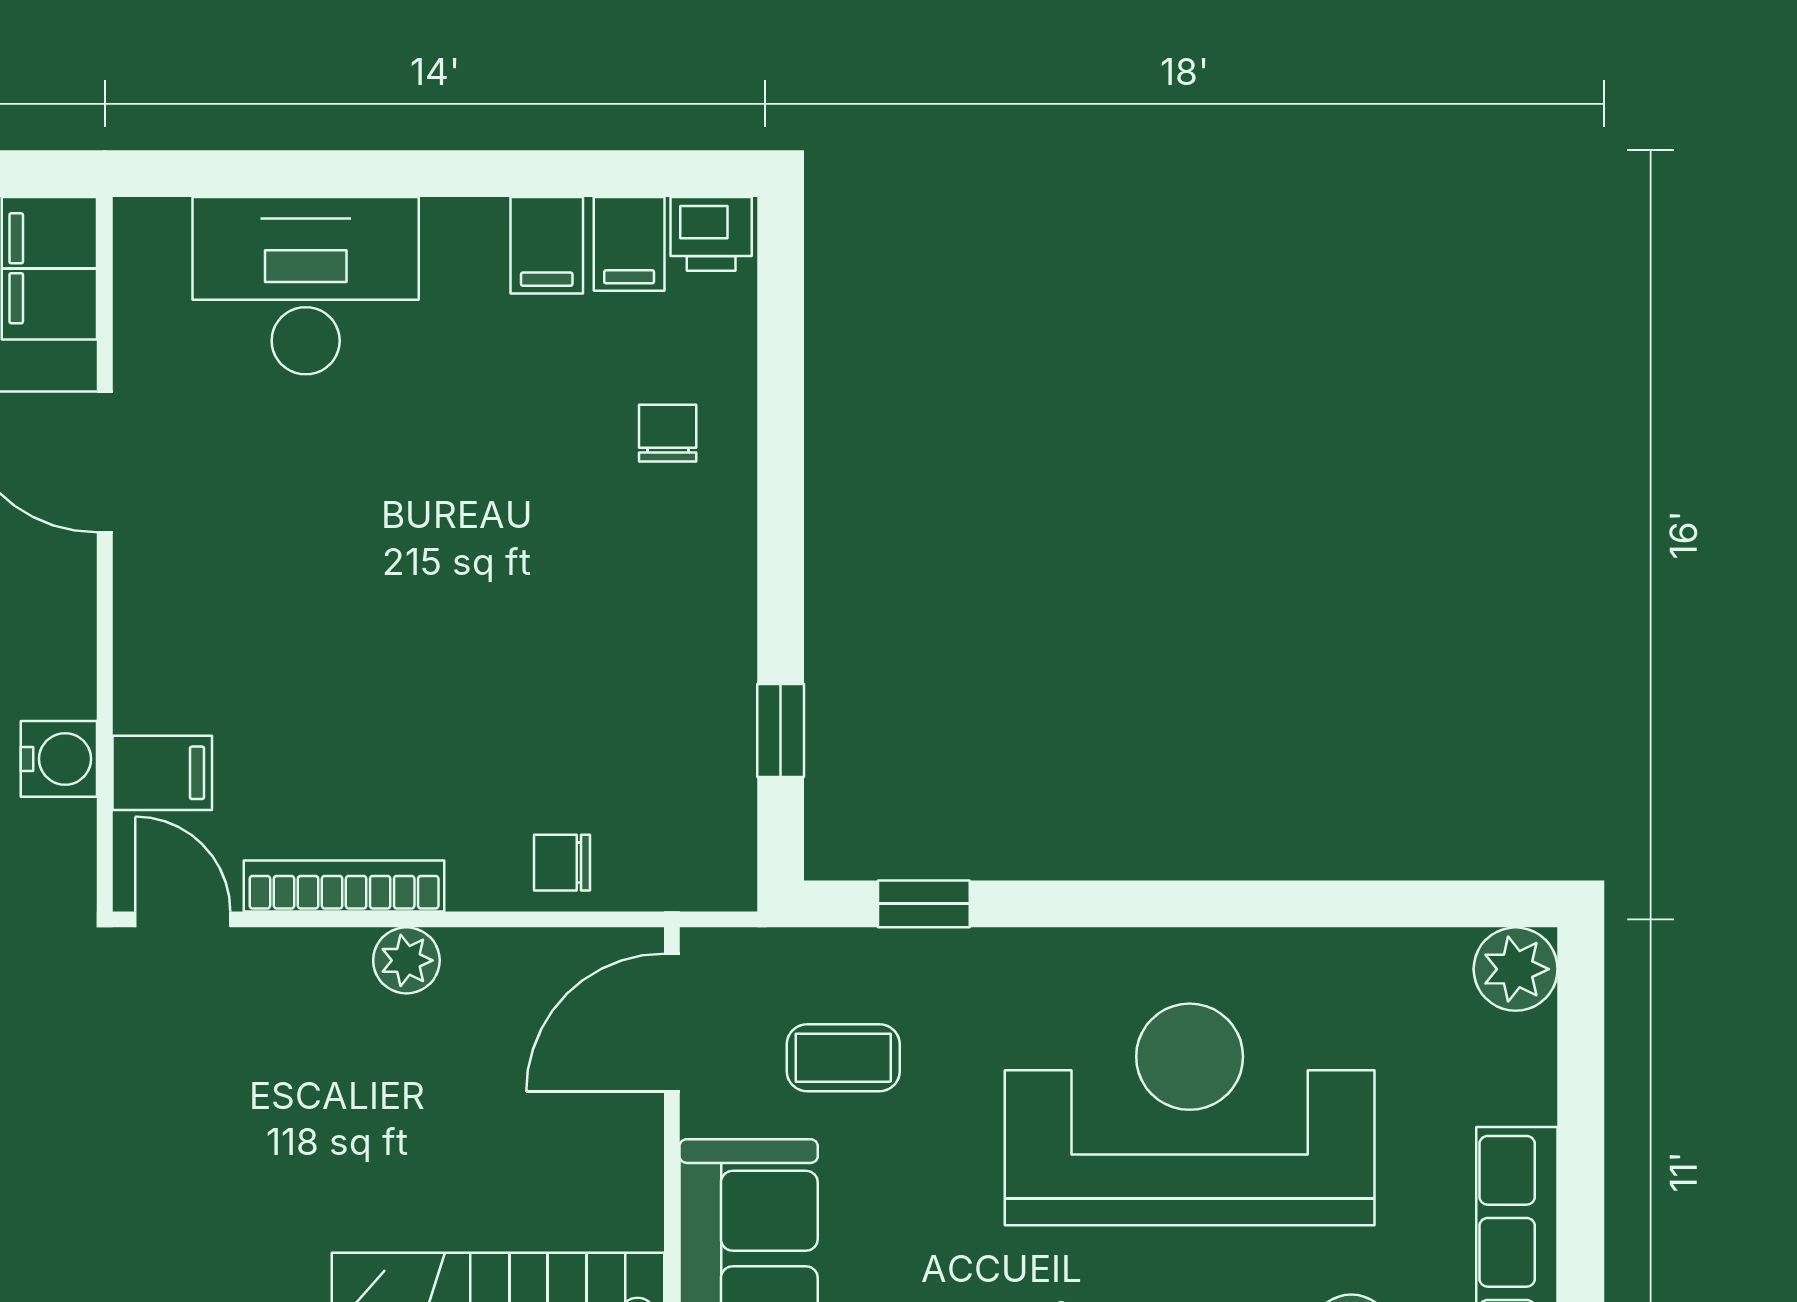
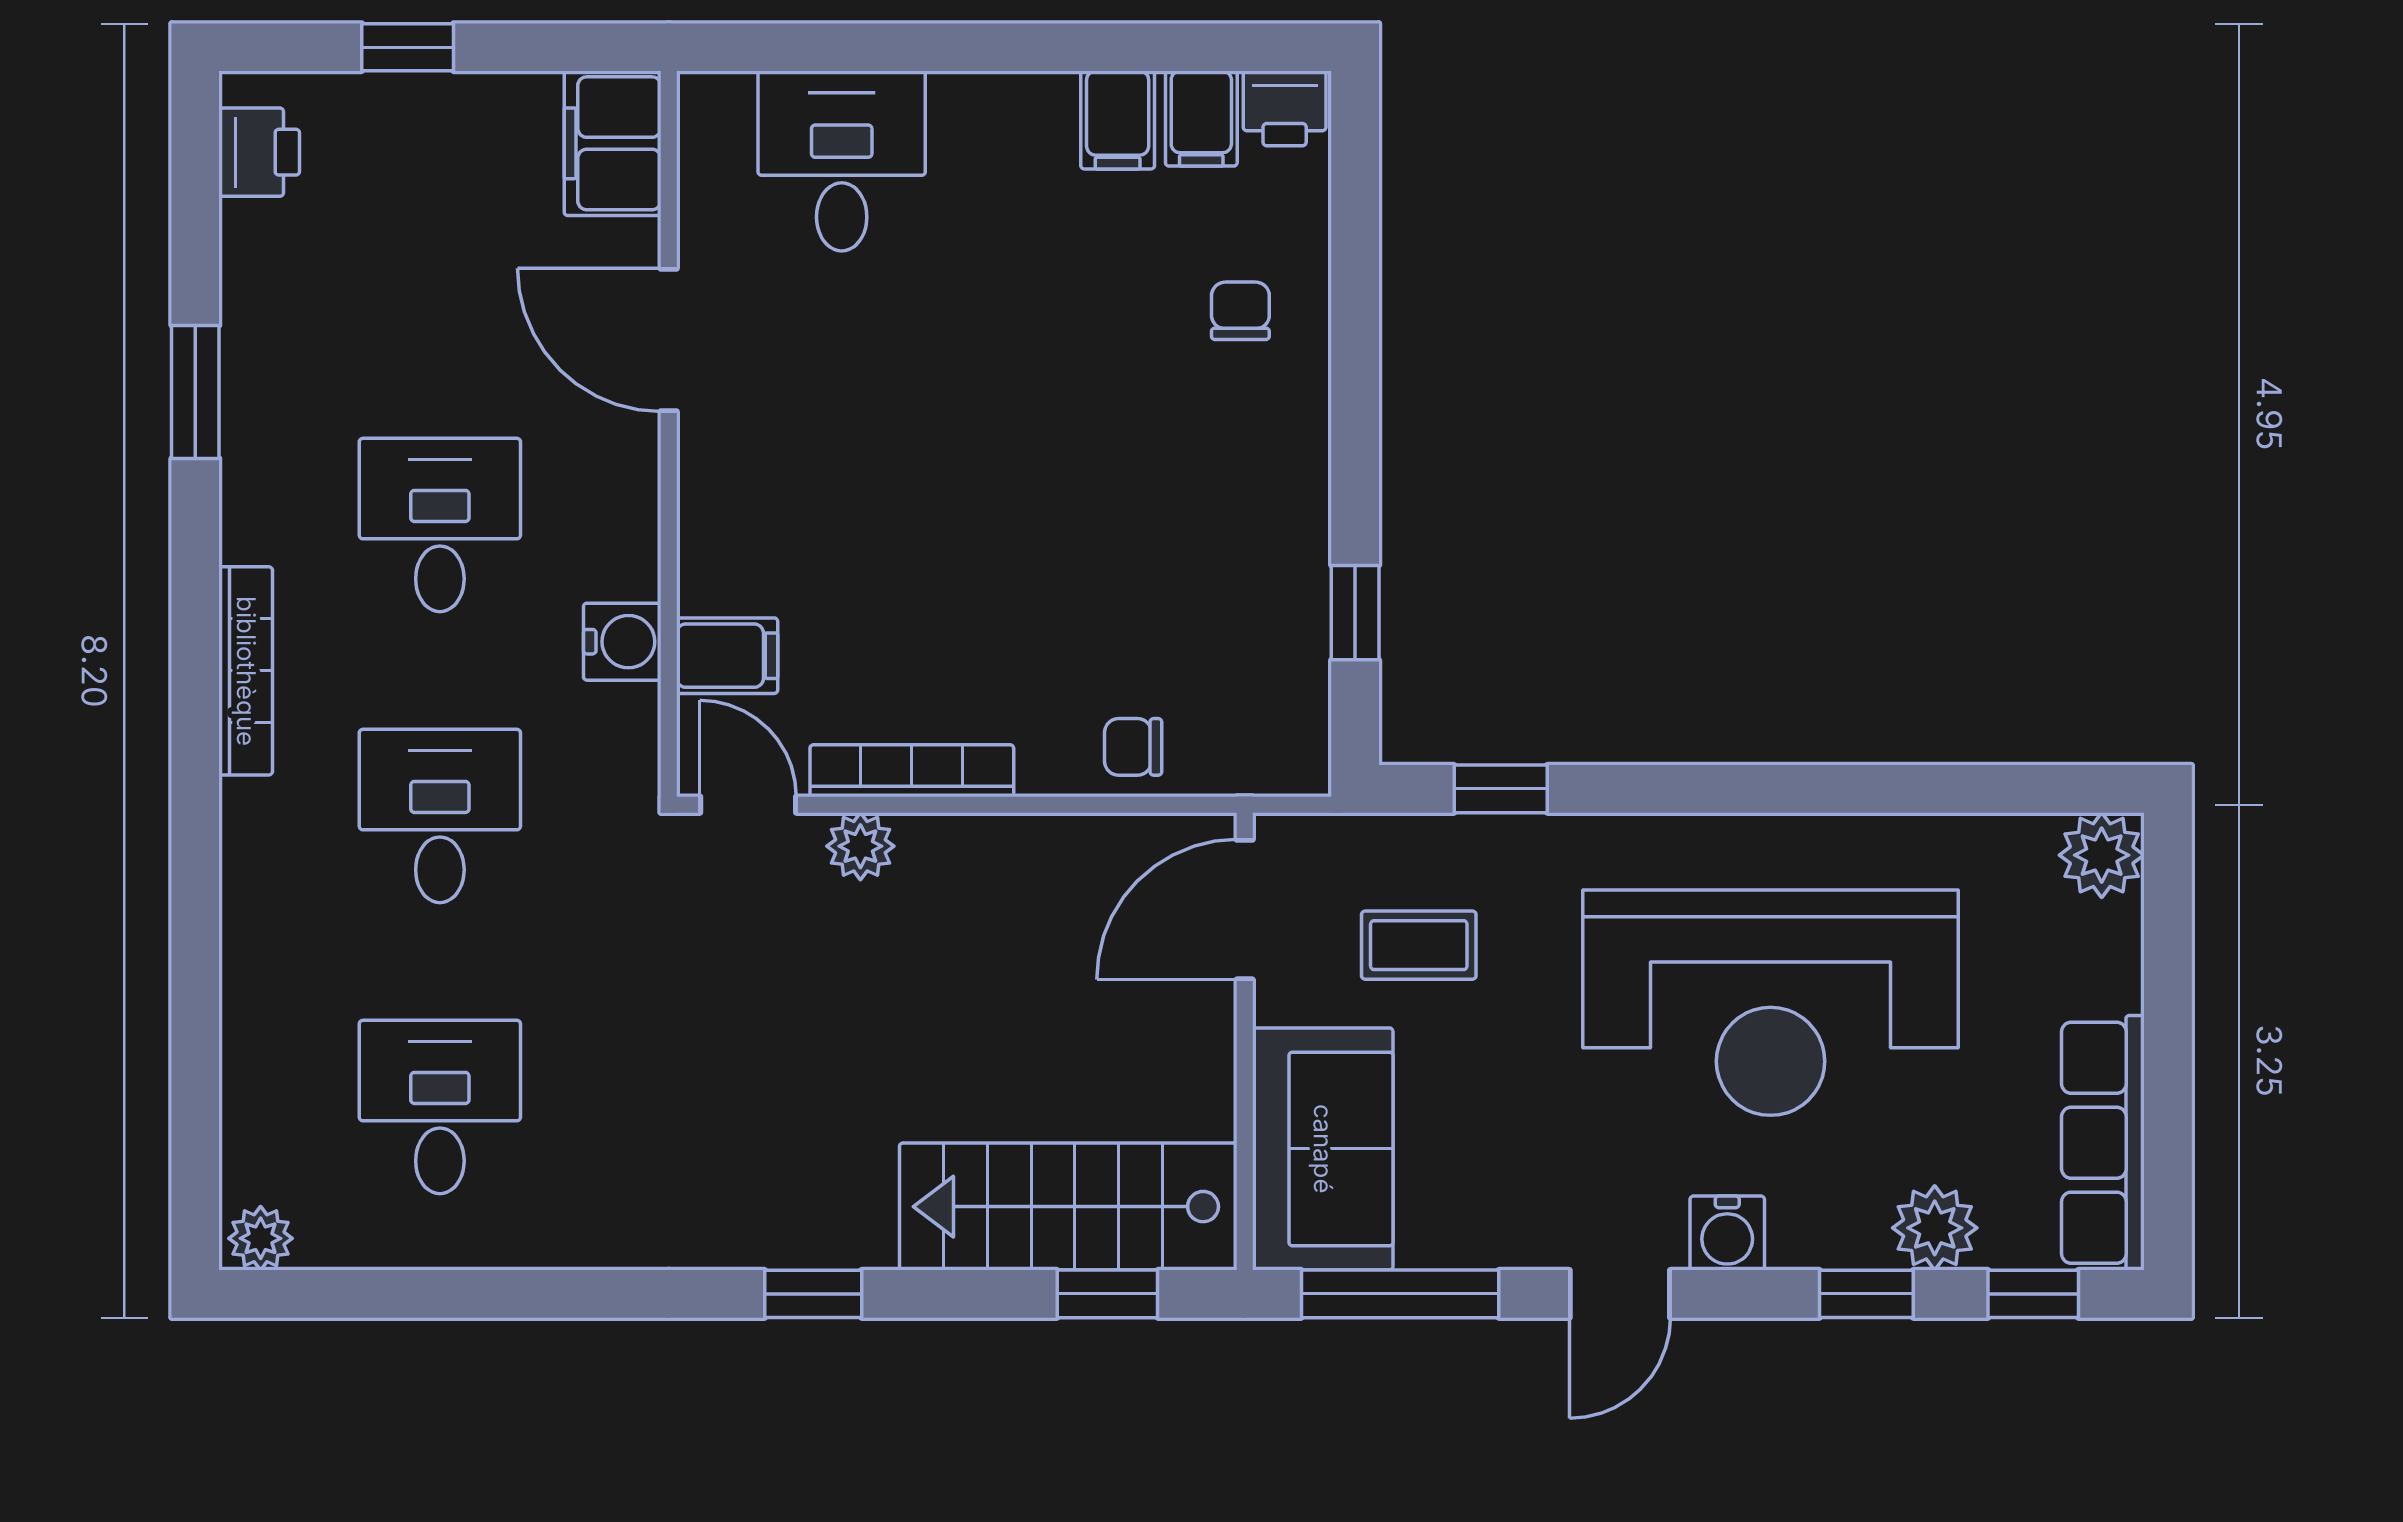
desk: (306, 286) -> (842, 161), width x0.73
plant: (406, 960) -> (860, 846), moved
reception desk: (1190, 1114) -> (1771, 1003), turned 180

